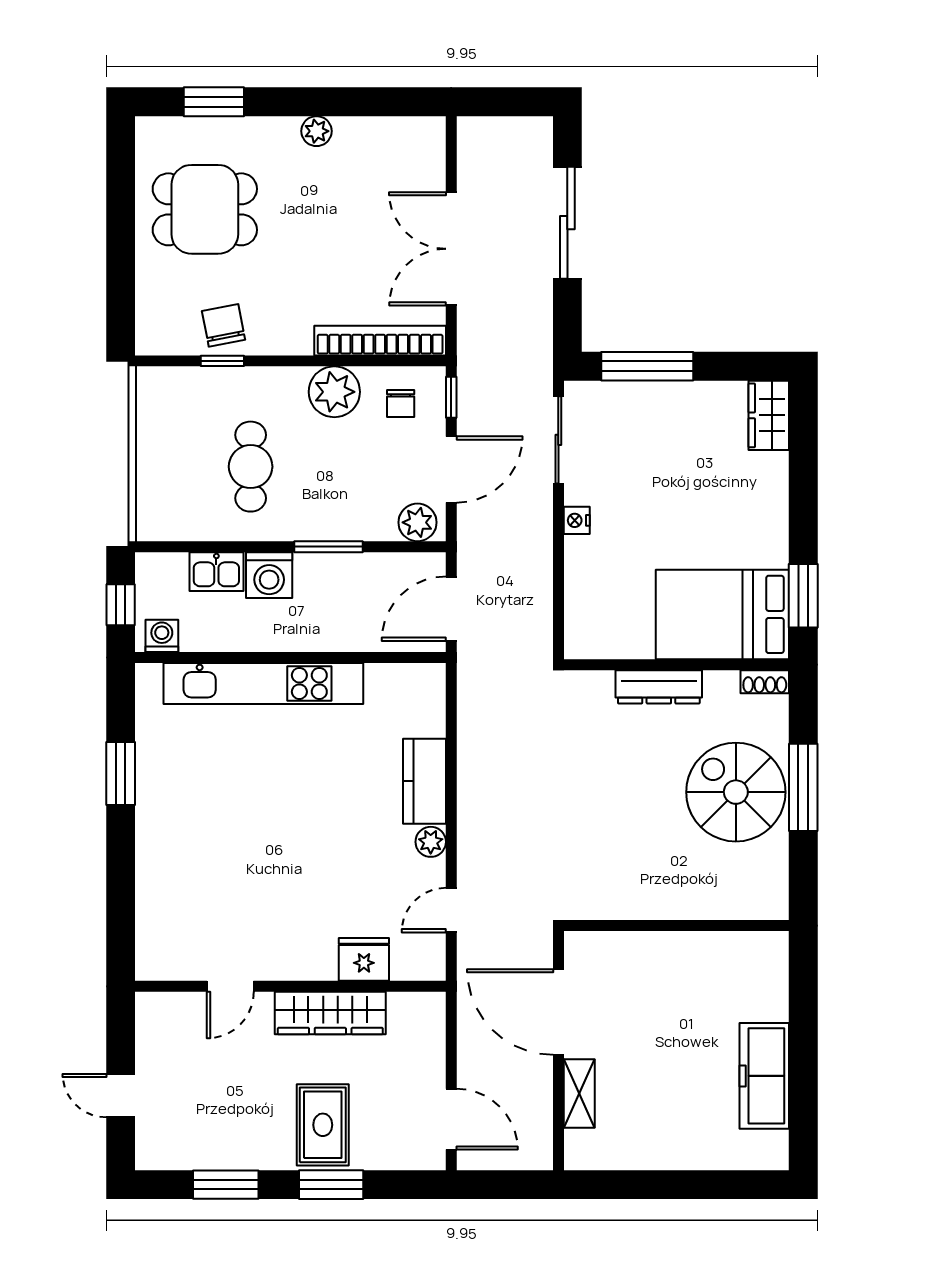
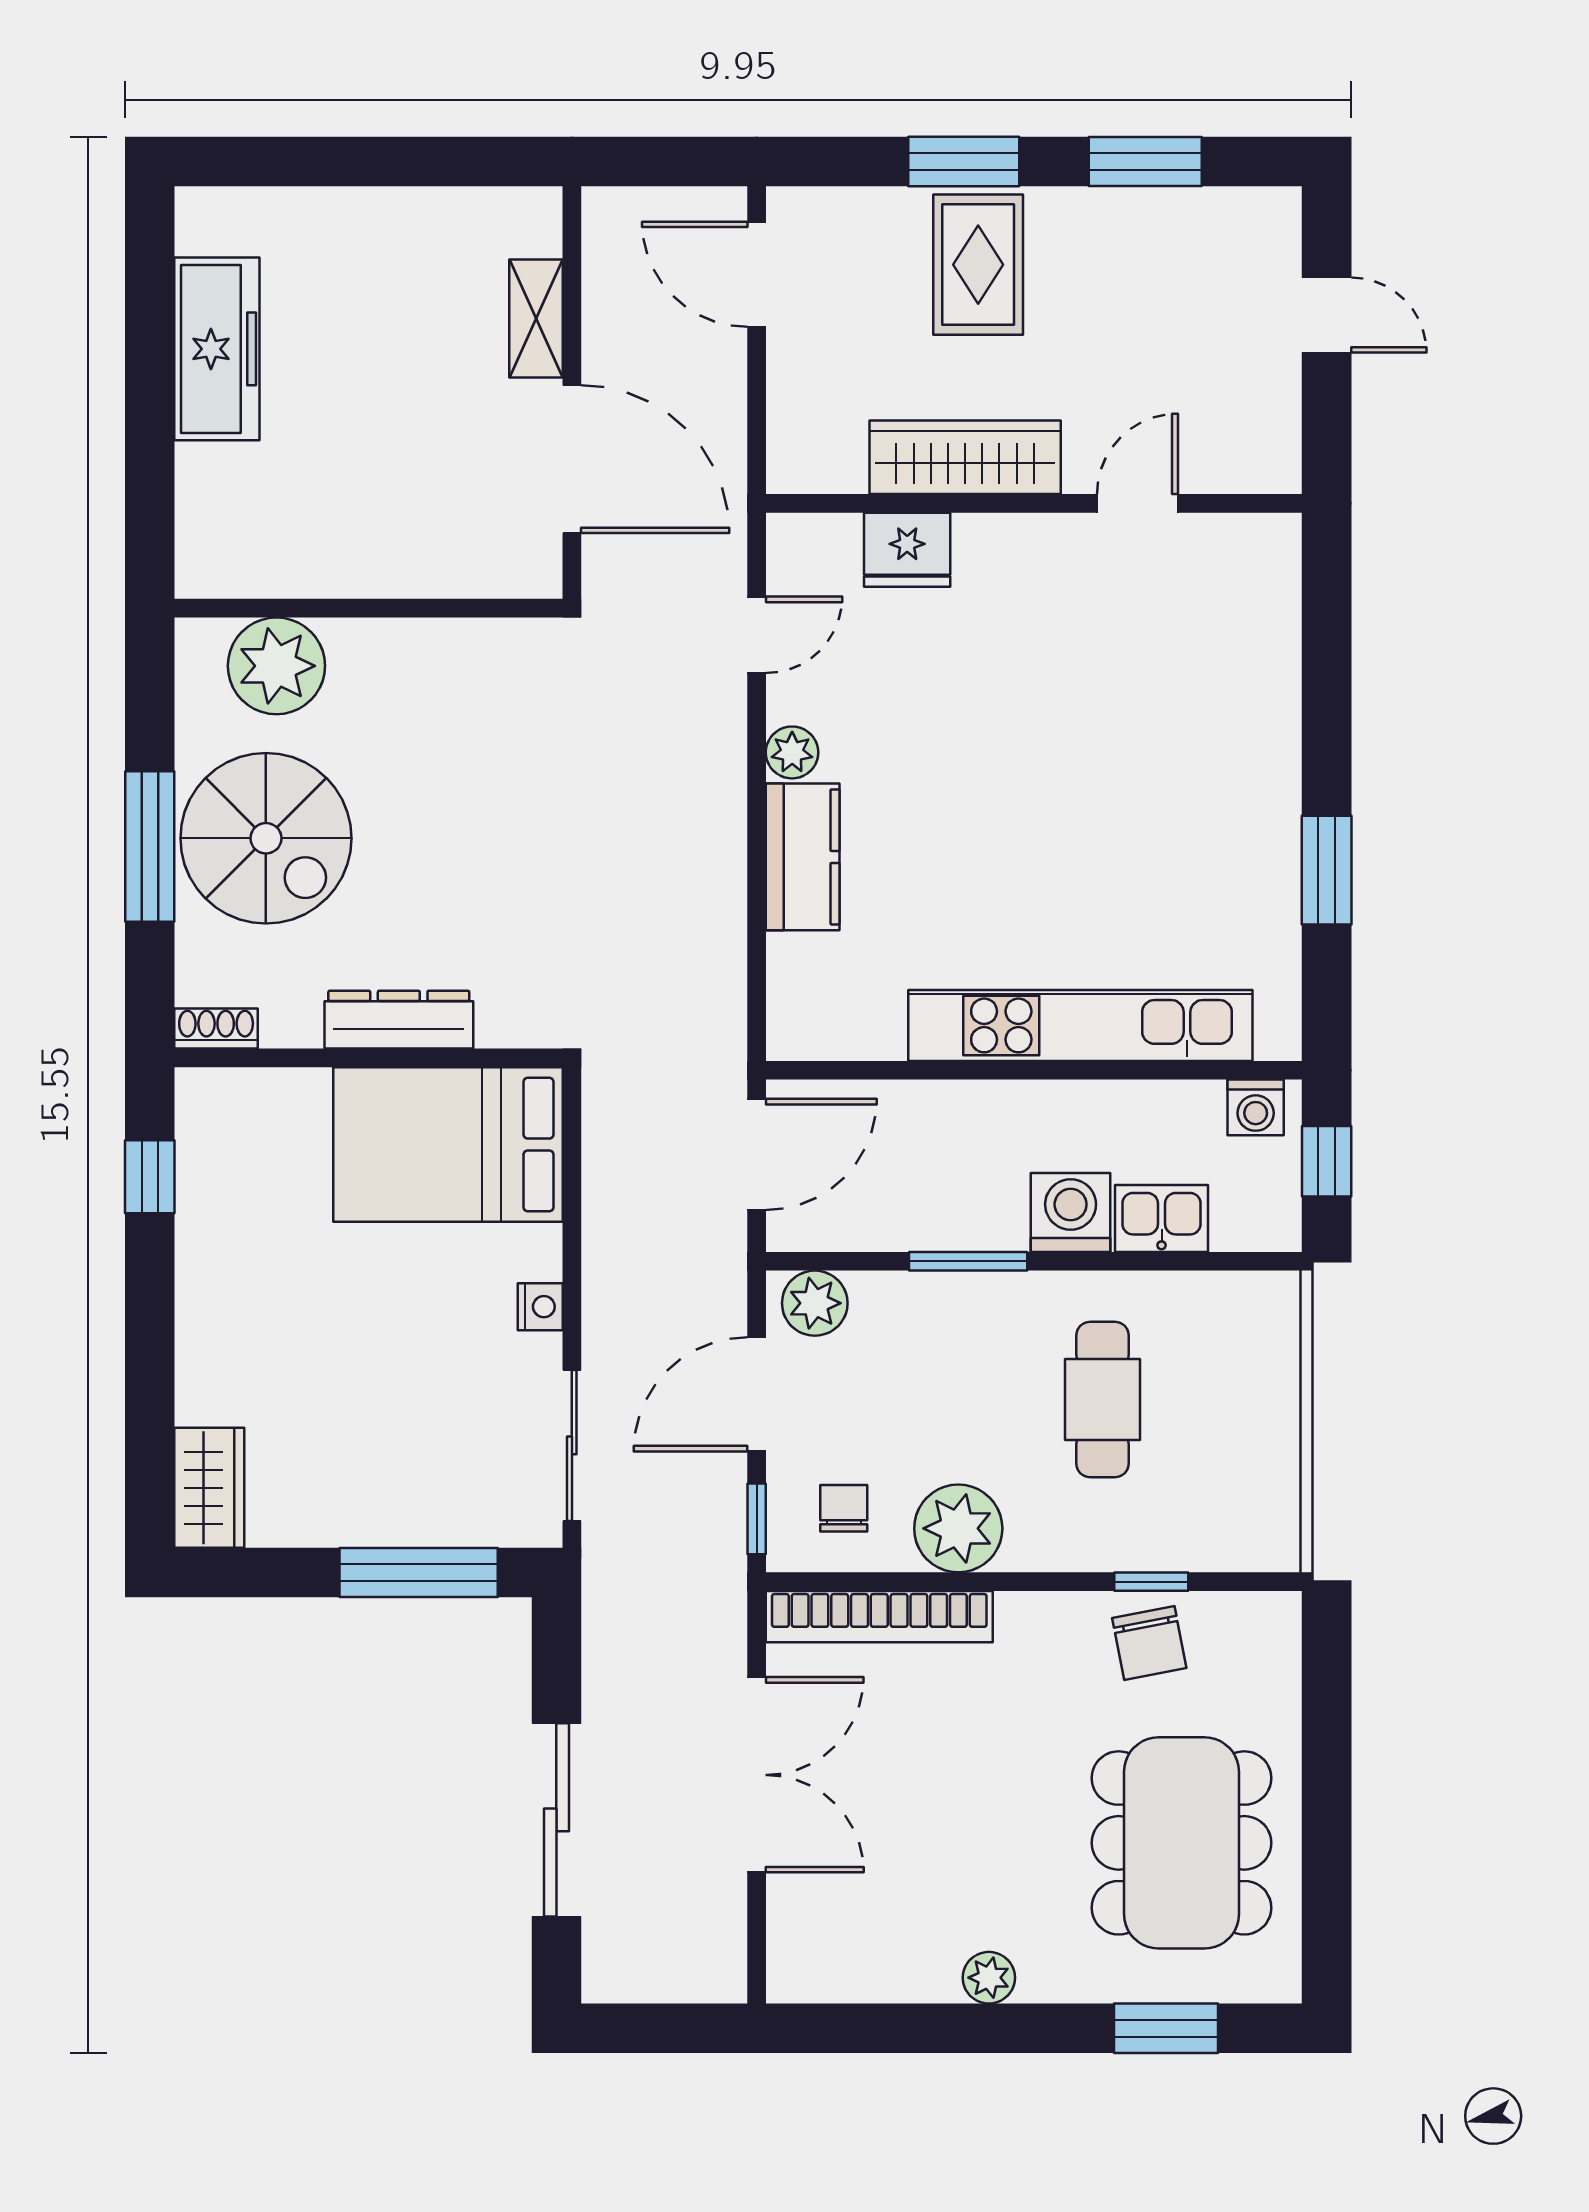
dining table: (205, 209) -> (1181, 1843), width x1.38
window: (803, 596) -> (150, 1177), width x0.67
bed: (722, 614) -> (448, 1145), moved, turned 180
plant: (730, 892) -> (276, 666), added

